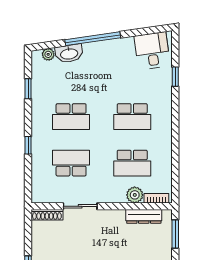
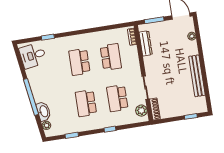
school desk: (71, 117) -> (86, 103), turned 180
school desk: (132, 117) -> (79, 62), turned 180
plant: (135, 195) -> (141, 111), moved

